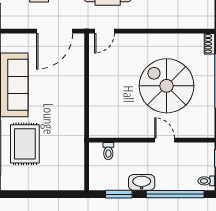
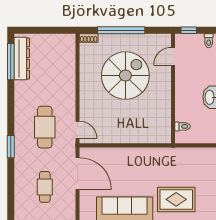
spiral stairs: (167, 86) -> (125, 76), turned 180
door: (165, 140) -> (173, 56), moved

